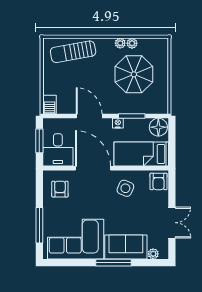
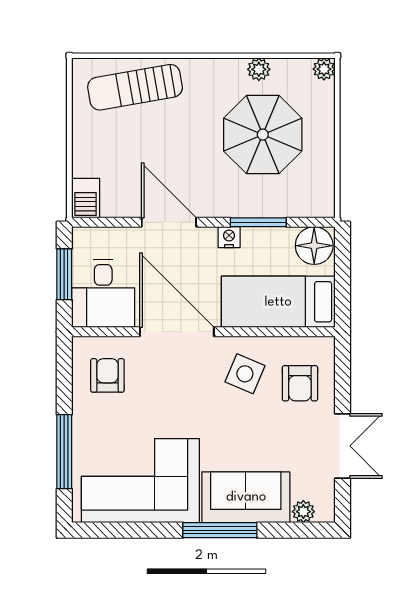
plant: (120, 43) -> (324, 69), moved
armchair: (159, 181) -> (300, 383), moved

